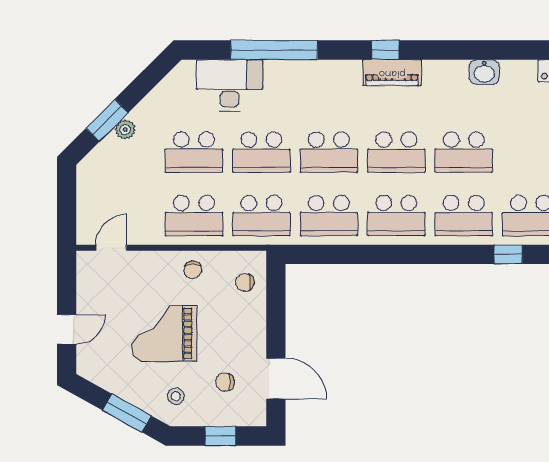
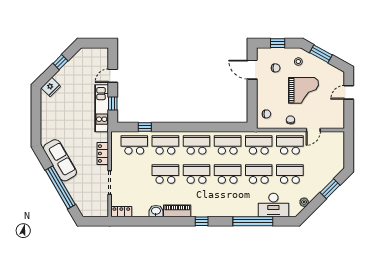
piano: (392, 73) -> (177, 211), moved
plant: (125, 130) -> (304, 202), moved
door: (111, 248) -> (313, 130), moved

